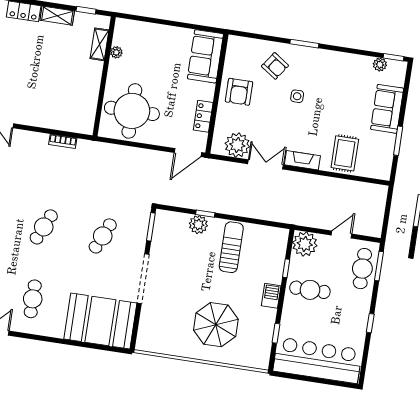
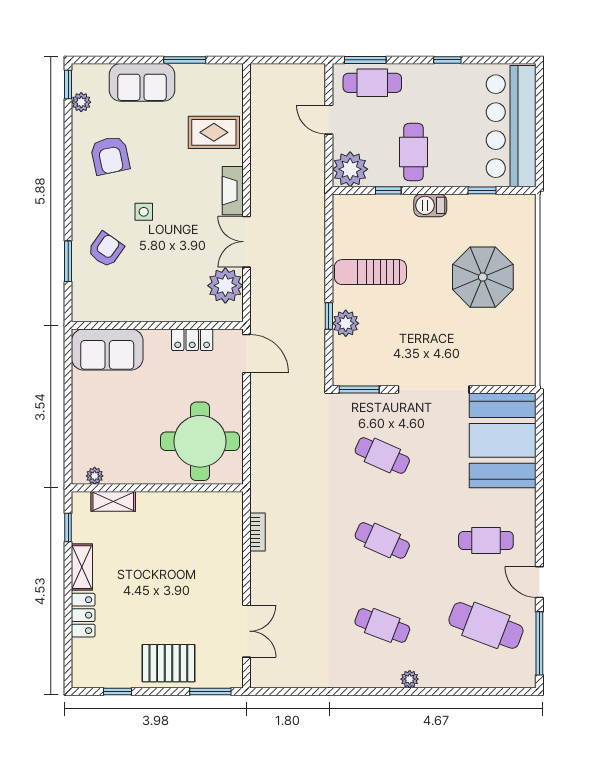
window: (304, 44) -> (68, 261), moved
plant: (116, 52) -> (95, 476), moved
armchair: (239, 92) -> (110, 156), moved, turned 78

